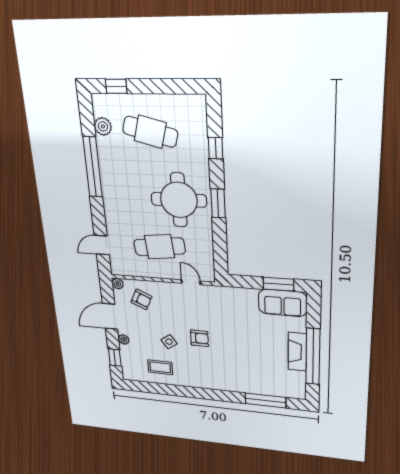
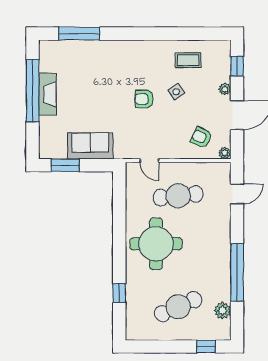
cafe table: (150, 132) -> (178, 307), turned -39
window: (218, 203) -> (119, 242), removed
sofa: (283, 303) -> (90, 146), moved

